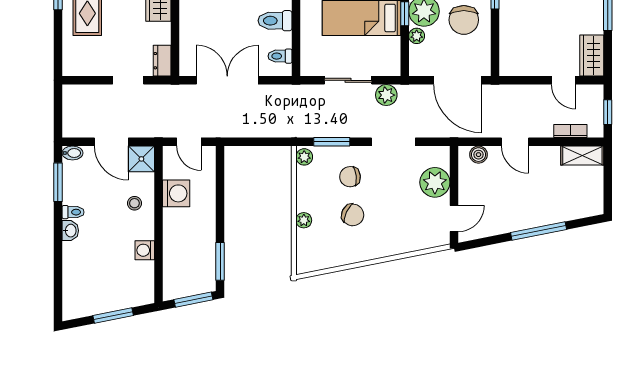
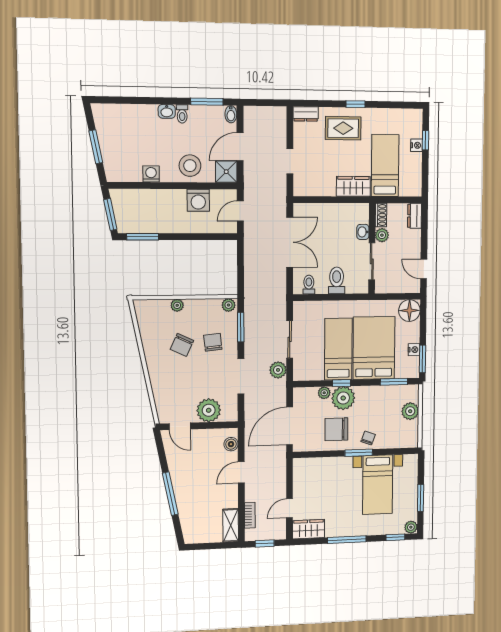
dresser: (162, 61) -> (306, 114), moved, turned 180
stool: (134, 203) -> (190, 166), width x1.89, depth x1.89

